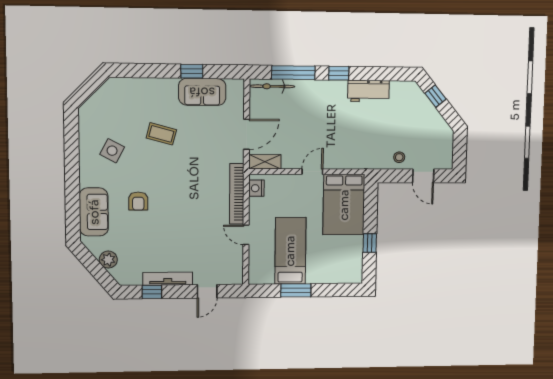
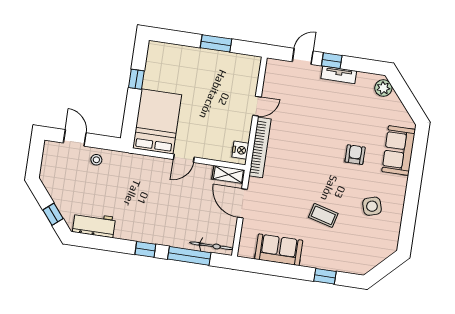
window: (192, 71) -> (325, 276), moved
workbench: (368, 91) -> (94, 225), moved
door: (247, 134) -> (242, 203), hinge flipped
side table: (112, 151) -> (372, 206), turned 45
door: (246, 235) -> (257, 106), hinge flipped
bed: (290, 251) -> (216, 84), removed
plant: (108, 260) -> (383, 88), moved
tv unit: (168, 279) -> (339, 75), width x0.71
window: (152, 292) -> (332, 61), moved

